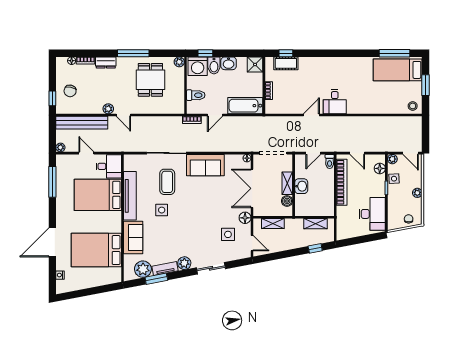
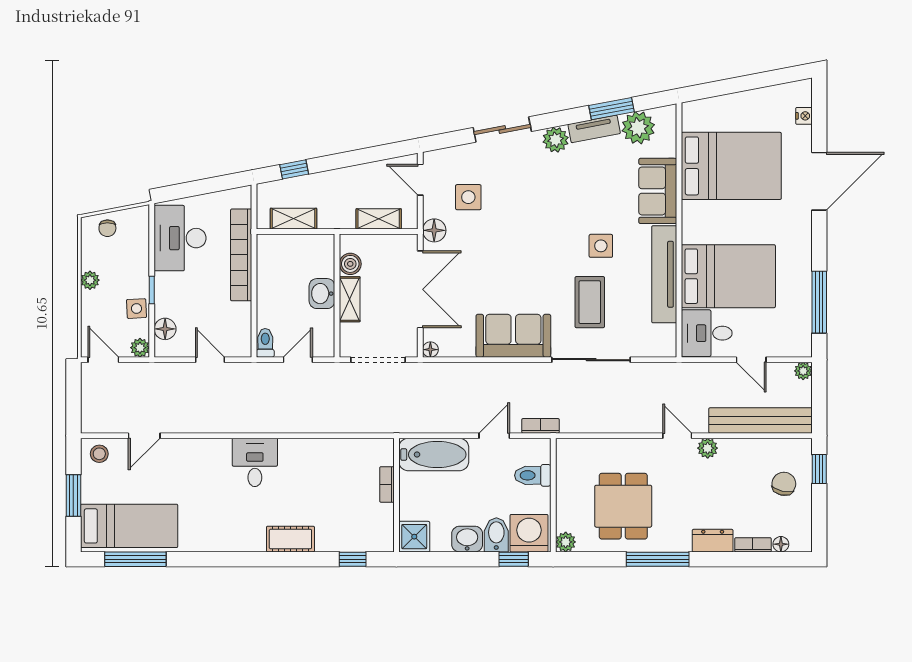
cot: (286, 63) -> (290, 539), moved
door: (311, 115) -> (144, 436), moved
bookcase: (342, 182) -> (241, 255), moved

